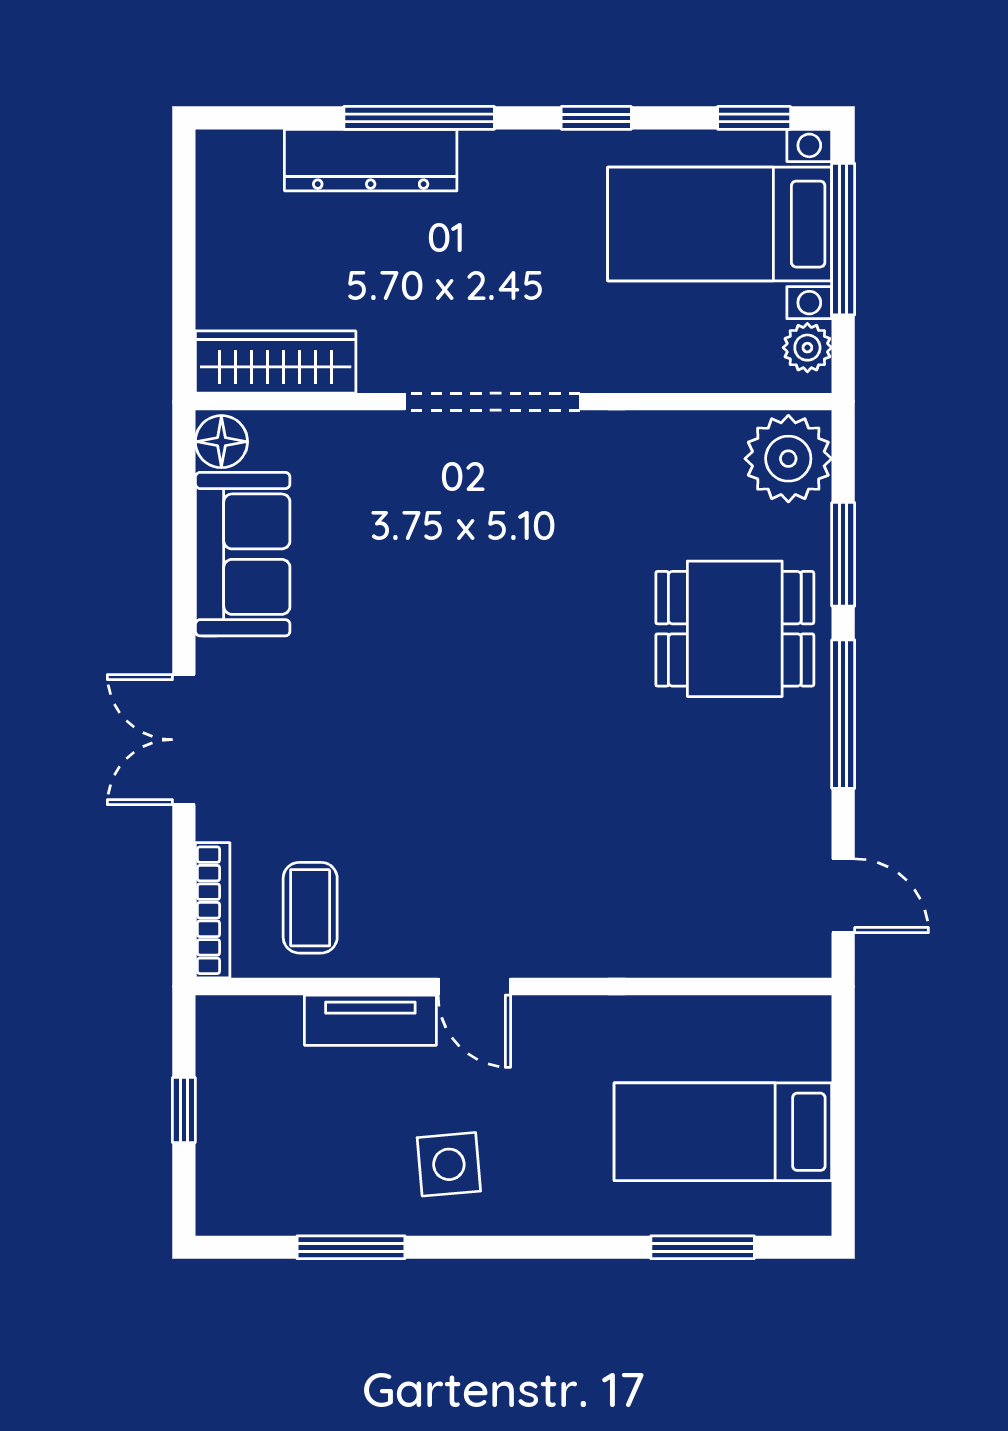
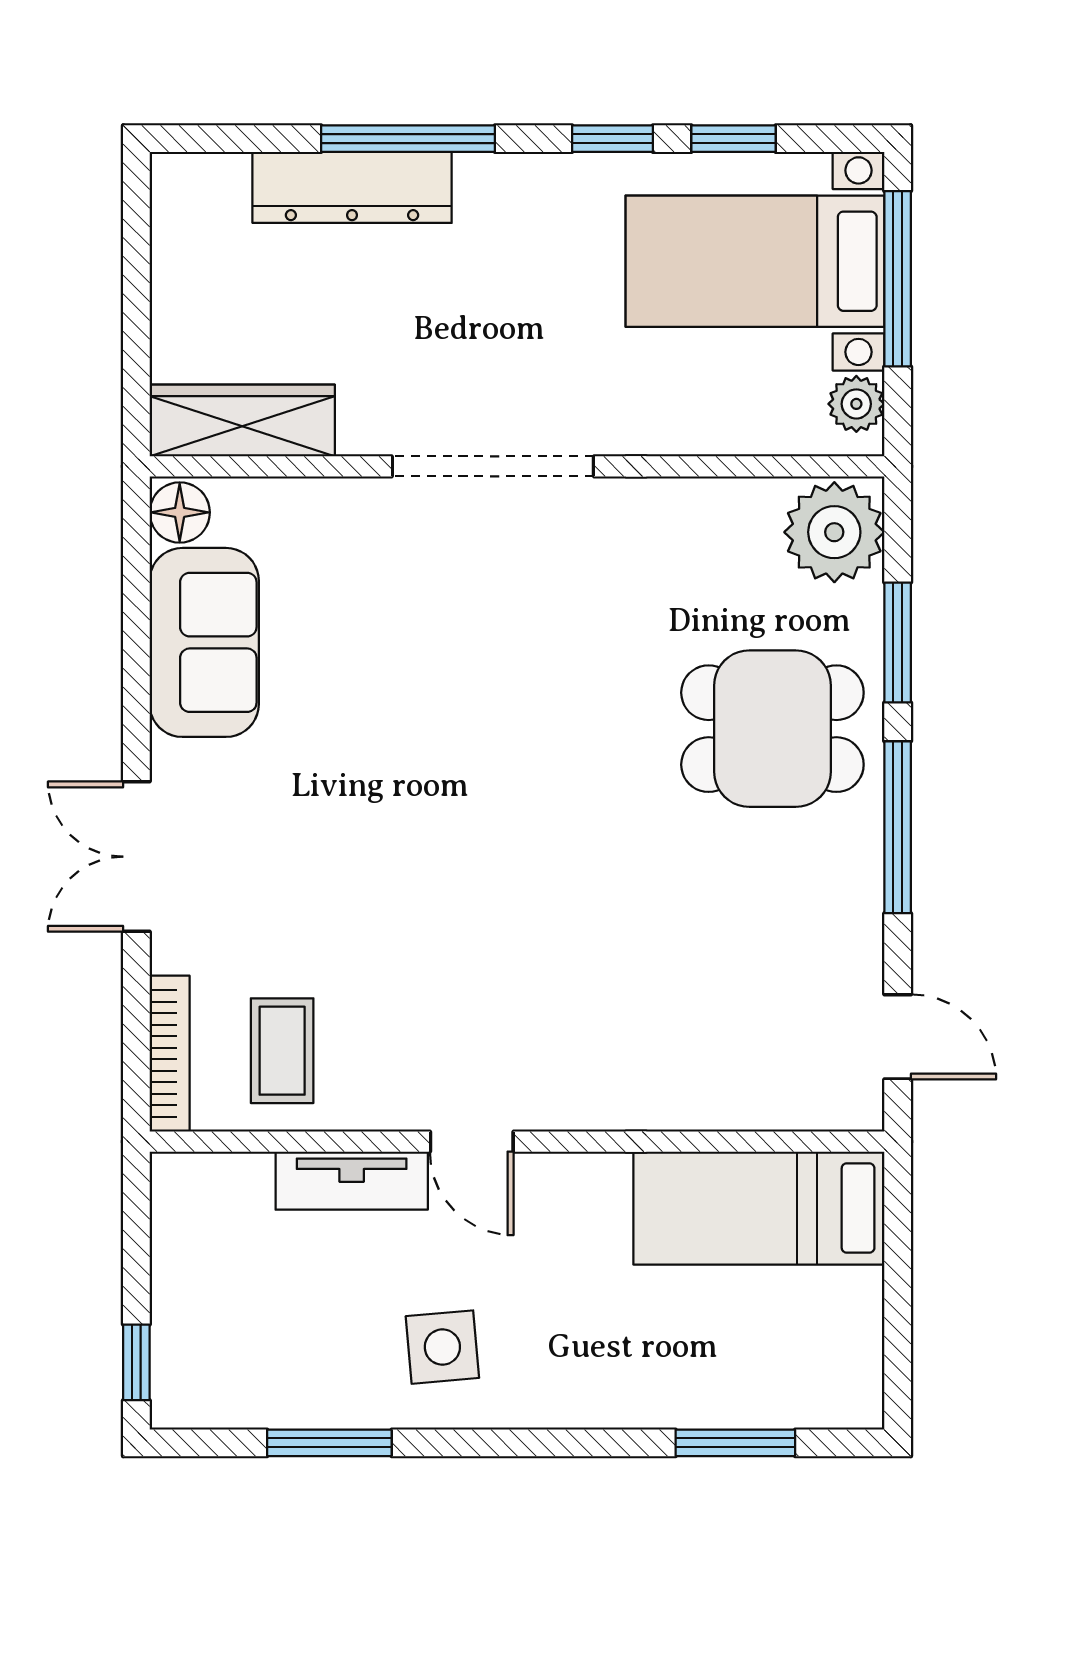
window: (754, 118) -> (734, 139), moved
window: (184, 1110) -> (136, 1362), moved
bed: (723, 1132) -> (759, 1208), moved

